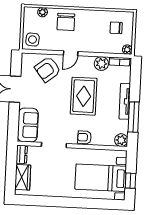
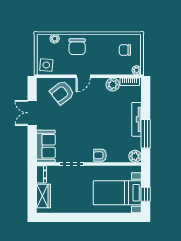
rug: (84, 96) -> (97, 116), removed

